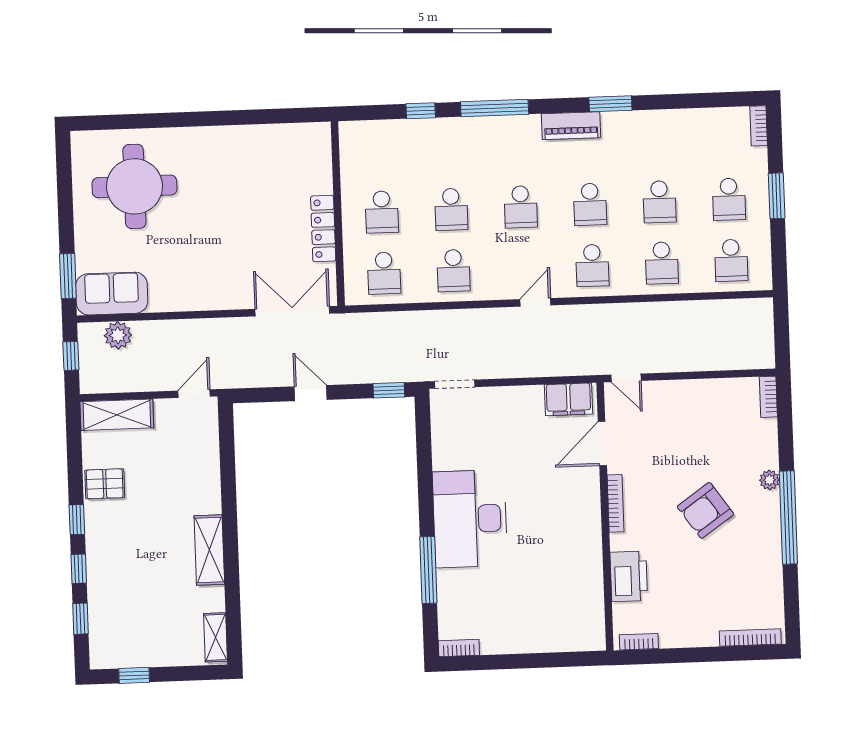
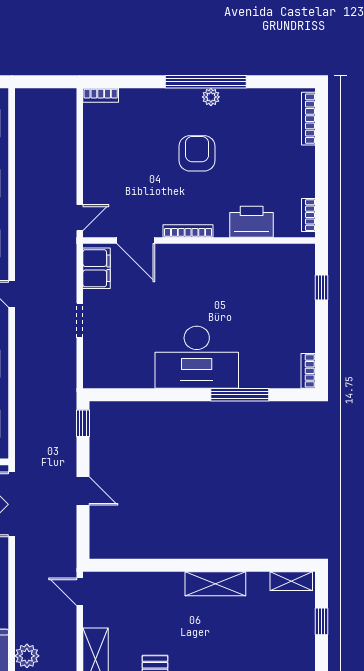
doorway: (455, 384) -> (80, 321), moved
door: (311, 393) -> (83, 491), swing flipped
plant: (769, 480) -> (211, 97), moved
armchair: (705, 510) -> (197, 153), turned -145
window: (556, 660) -> (321, 288), added
window: (134, 675) -> (321, 621), moved

